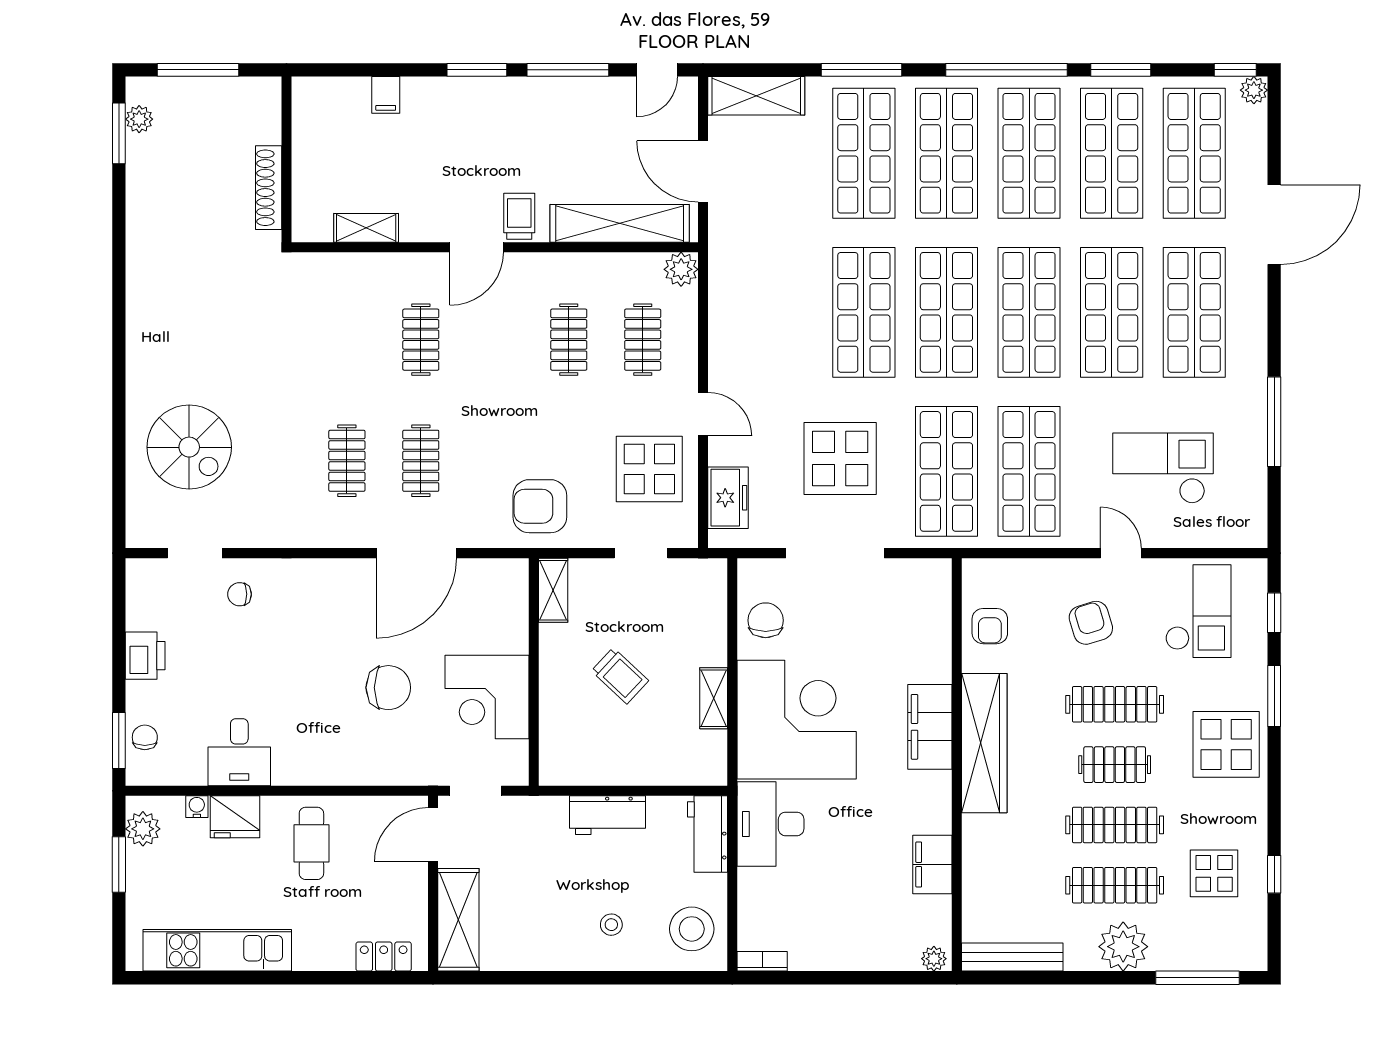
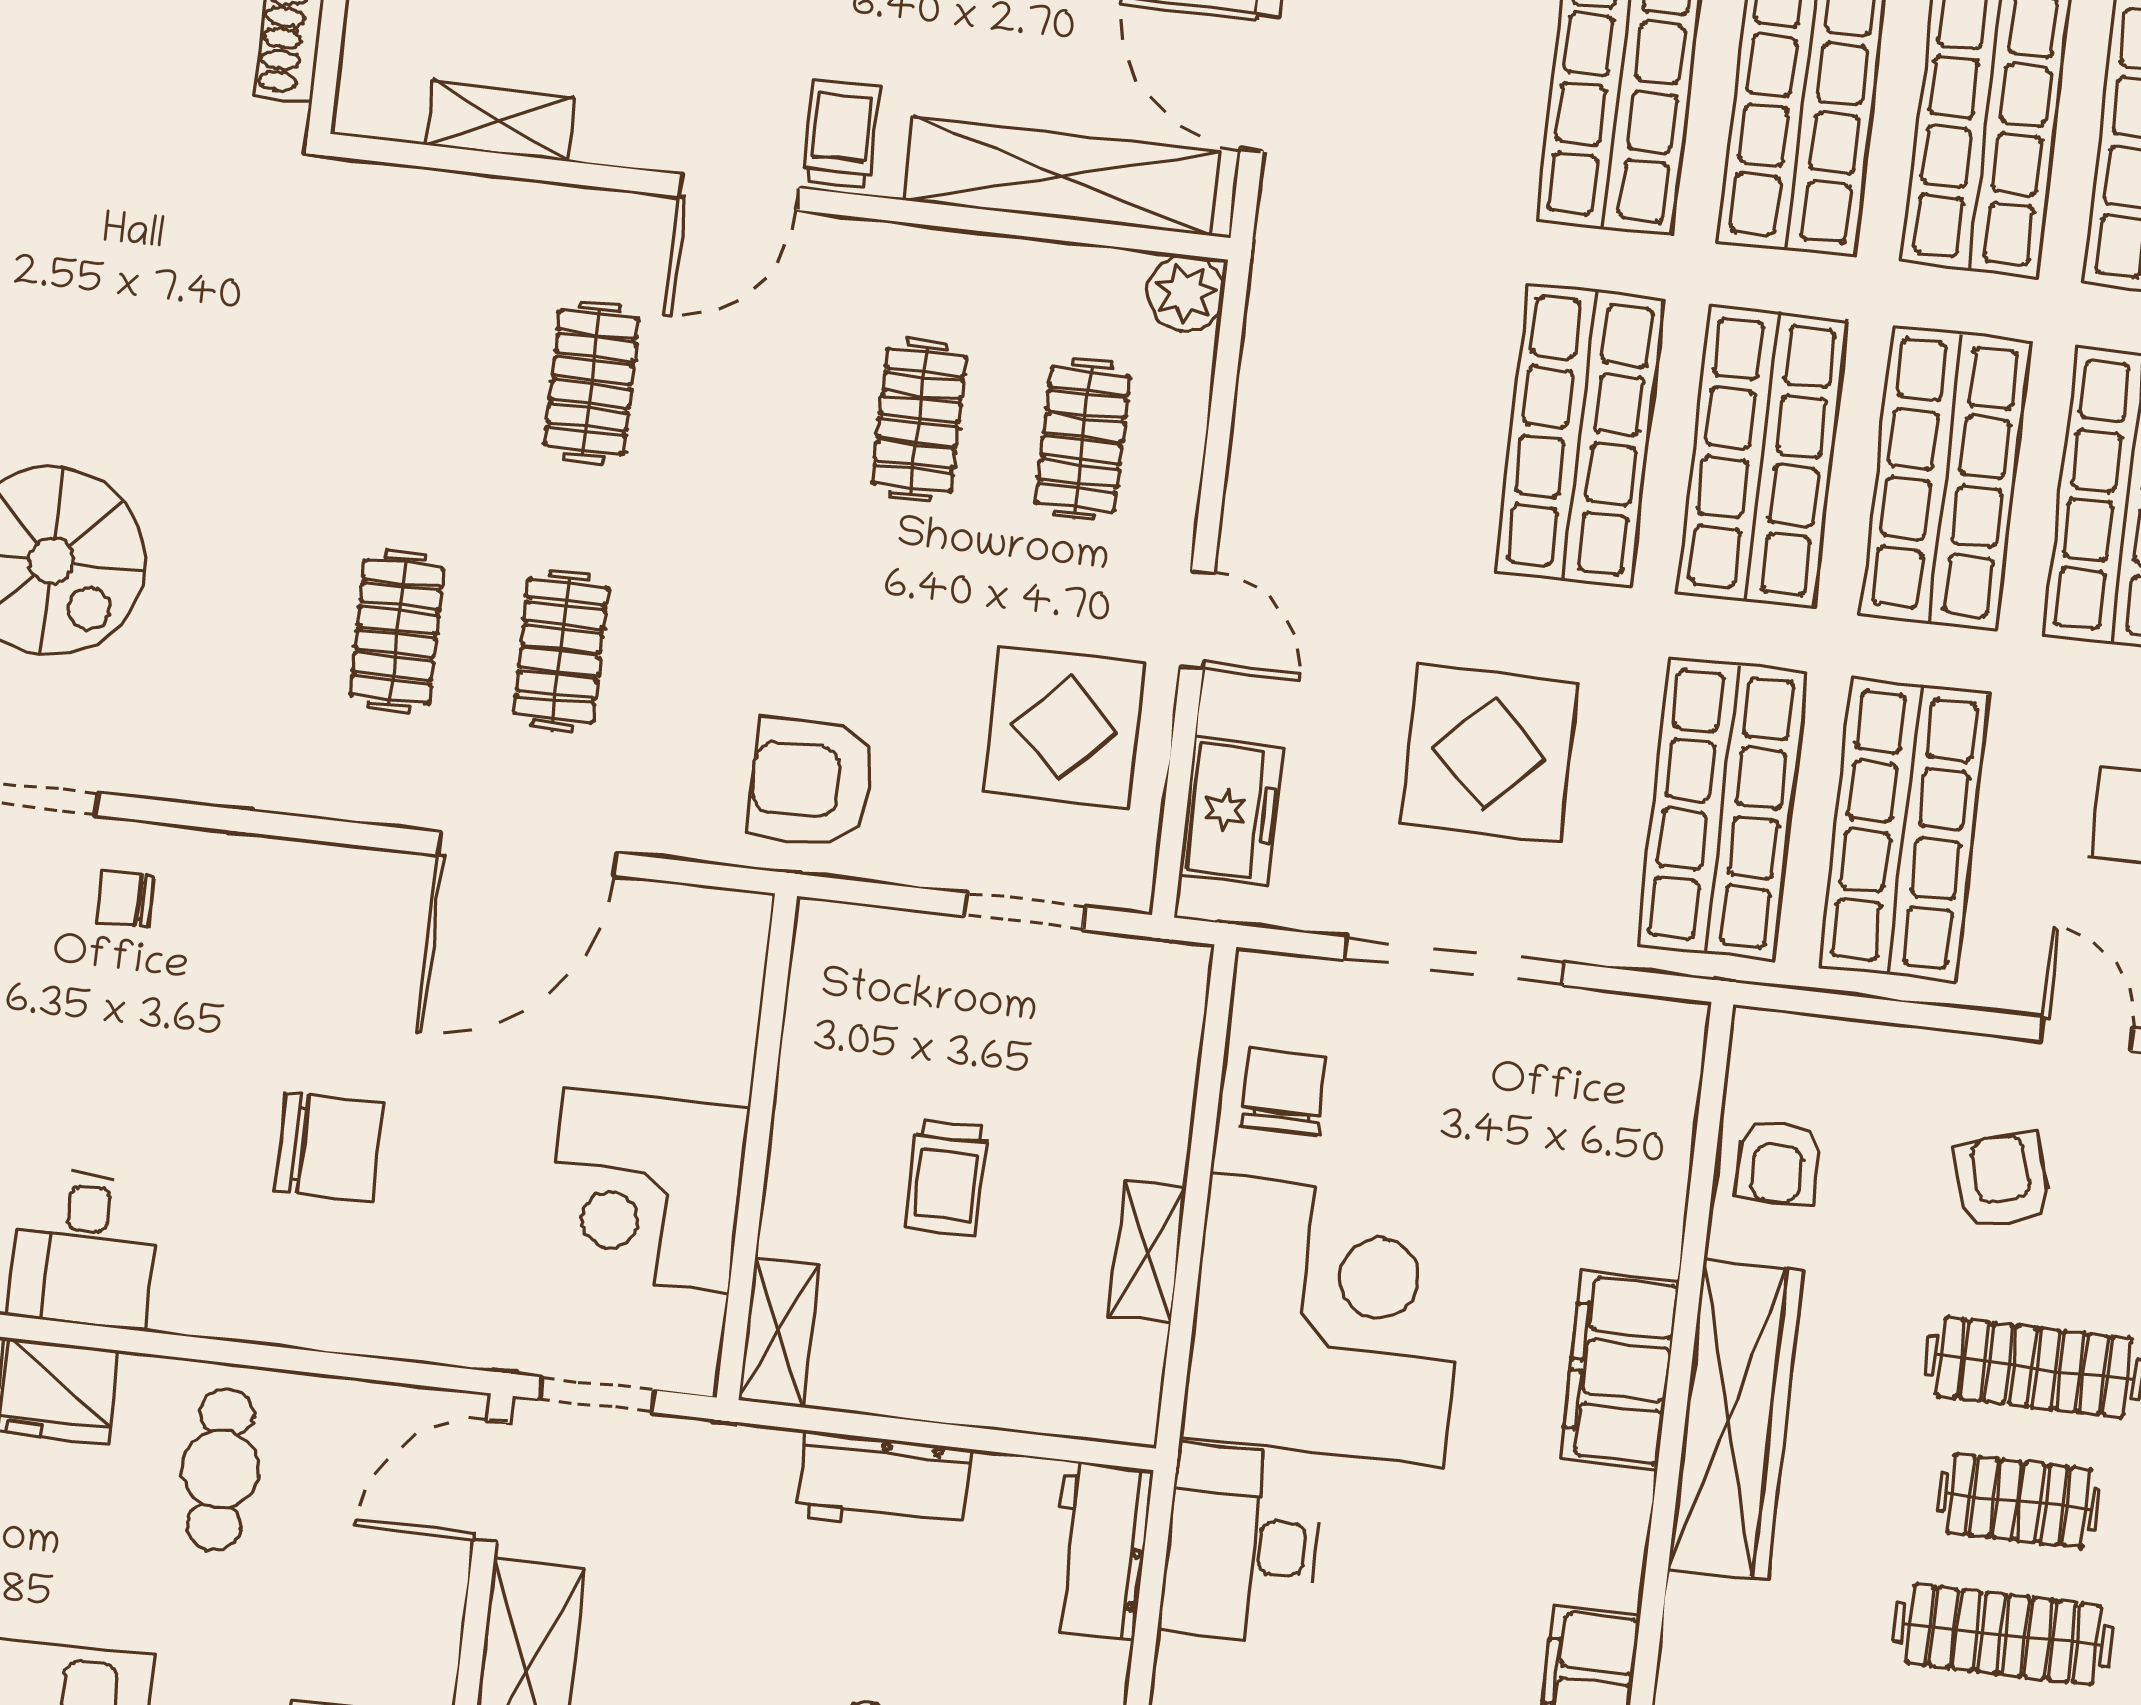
shelving: (553, 590) -> (779, 1333), moved
trolley: (620, 676) -> (947, 1178), turned 47
chair: (388, 688) -> (329, 1147), moved

